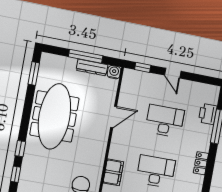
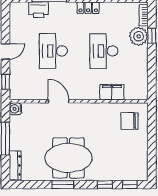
dresser: (92, 67) -> (15, 165), moved
window: (34, 73) -> (63, 185), moved
meeting table: (54, 116) -> (68, 158), width x0.73

